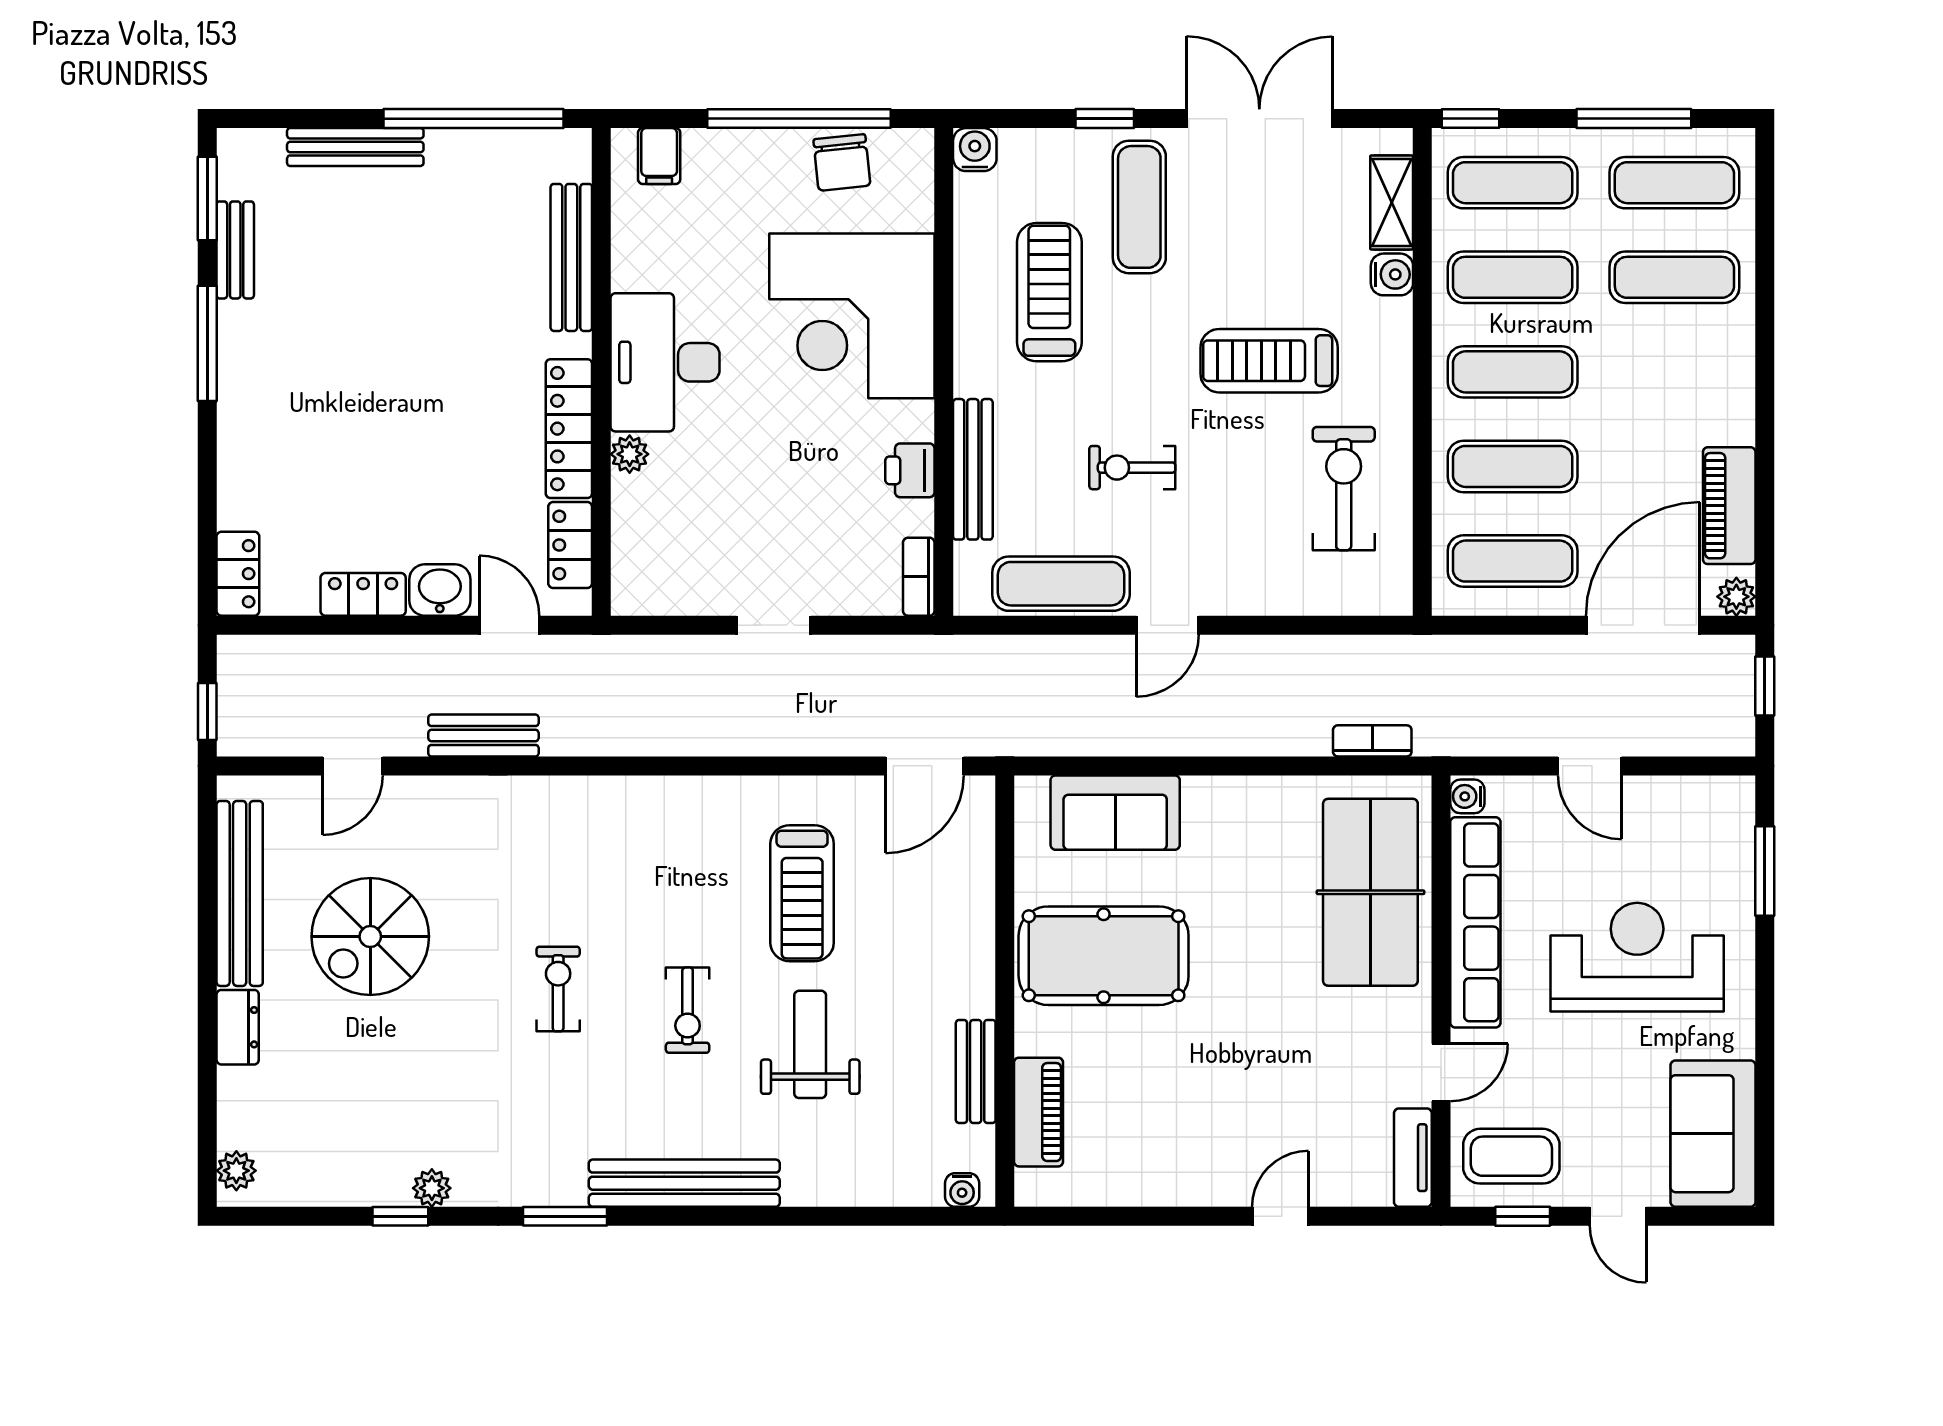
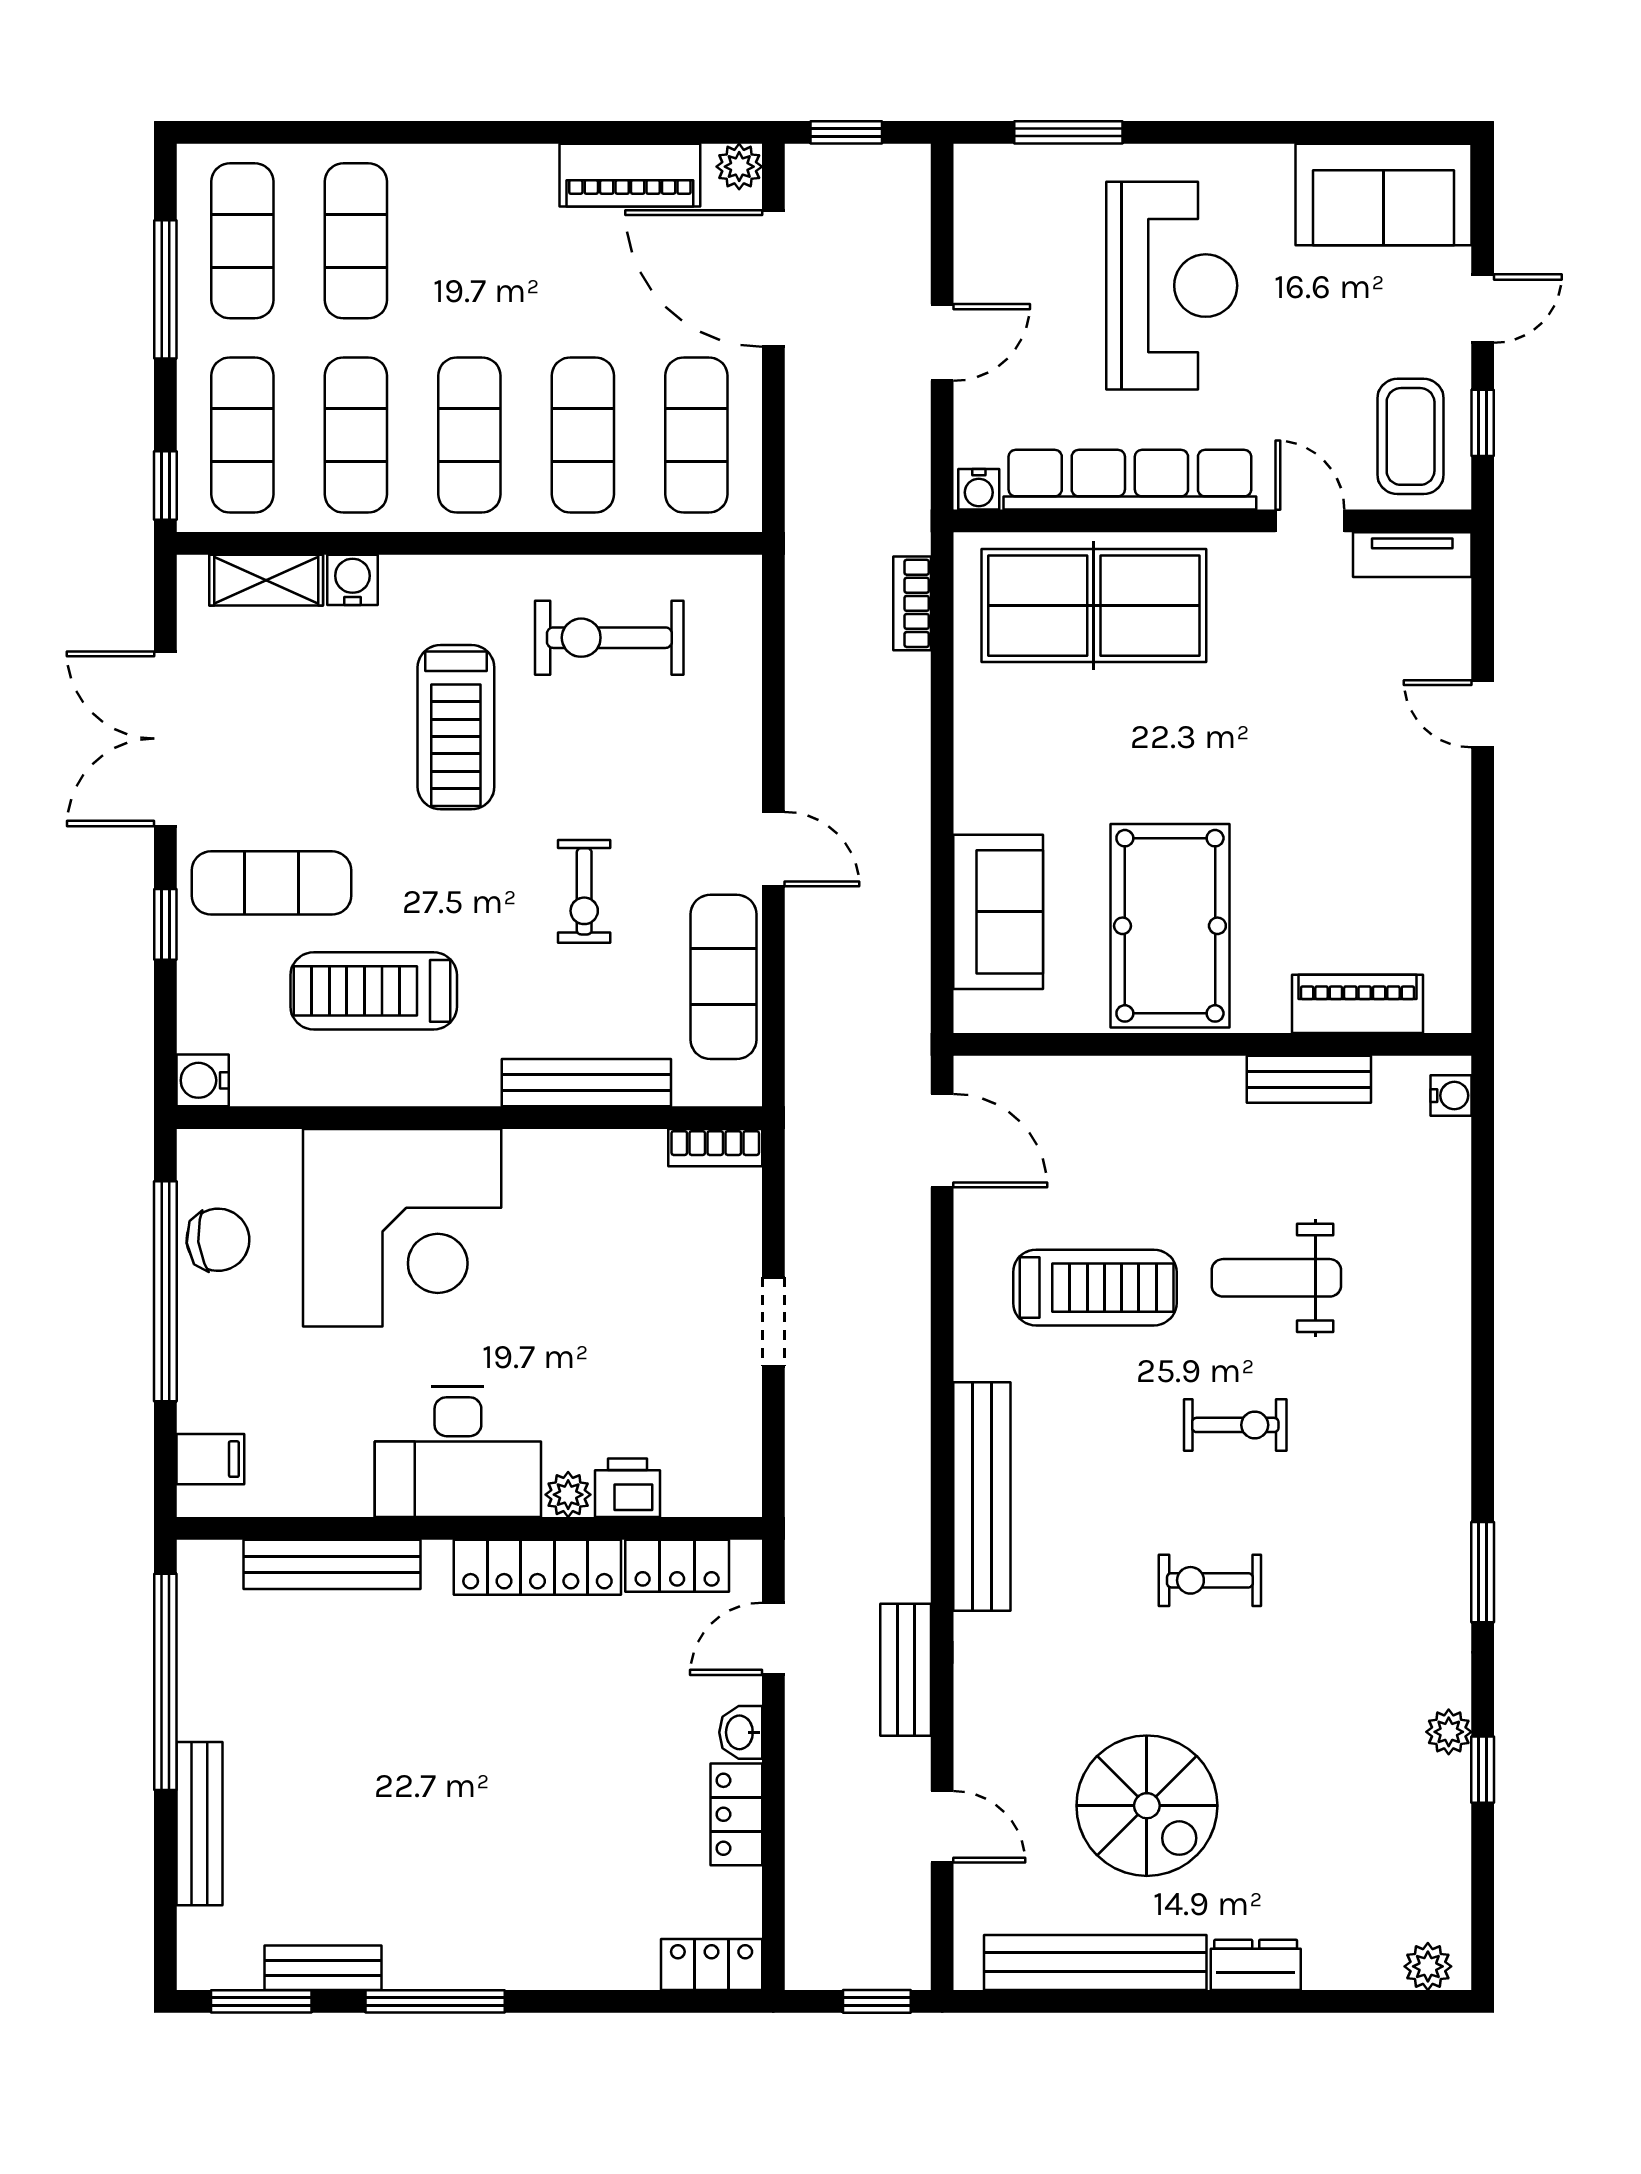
printer: (910, 470) -> (628, 1488), moved, turned 180
washbasin: (440, 590) -> (741, 1732), width x0.72, depth x0.69
reception desk: (1637, 957) -> (1172, 286), turned 180
bench: (684, 1183) -> (982, 1497), moved

